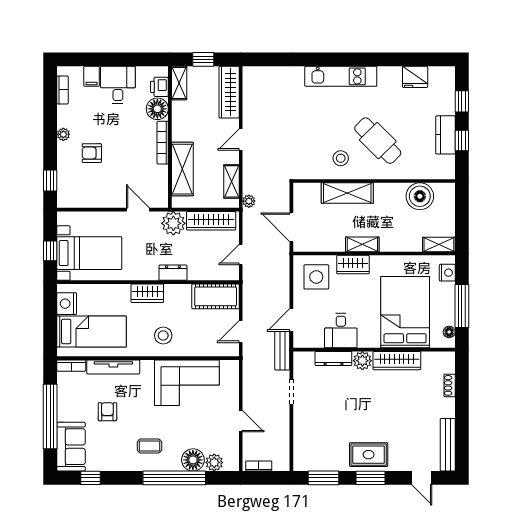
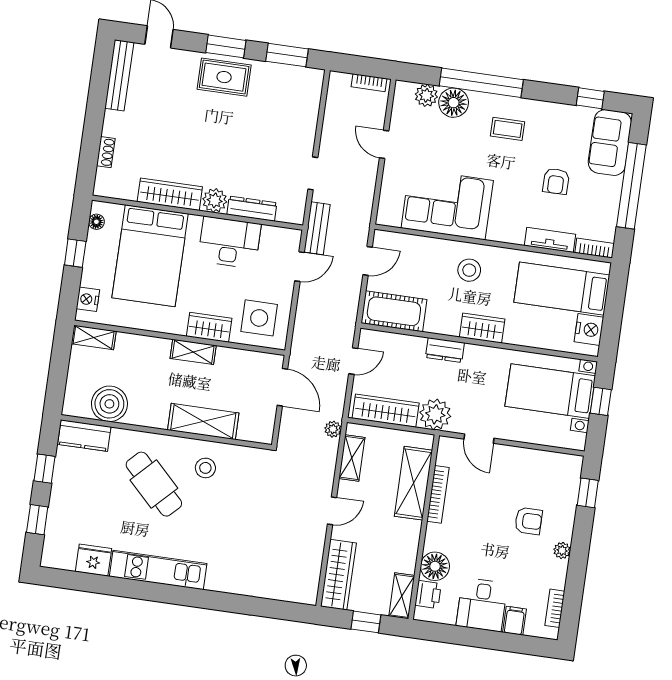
kitchen unit: (341, 76) -> (158, 570), moved
kitchen counter: (445, 135) -> (84, 436), moved, turned 90
bookcase: (163, 143) -> (438, 494), moved
window: (462, 306) -> (75, 253), width x0.46
desk: (341, 331) -> (229, 242), width x1.37
tv unit: (113, 367) -> (550, 240), width x0.71

